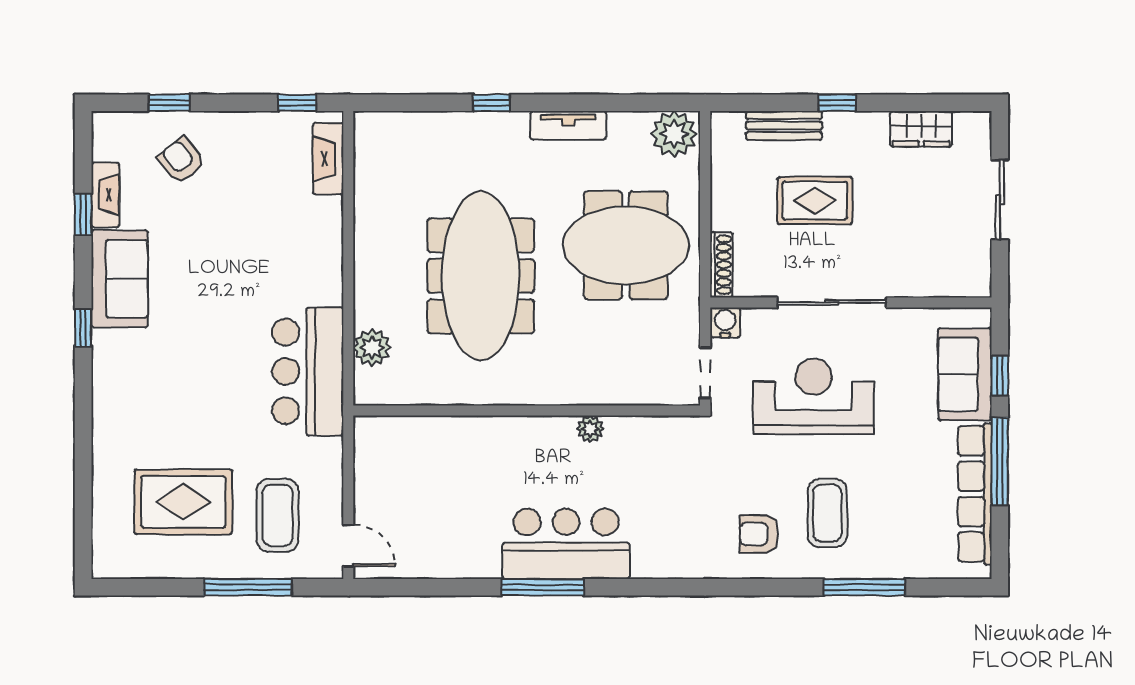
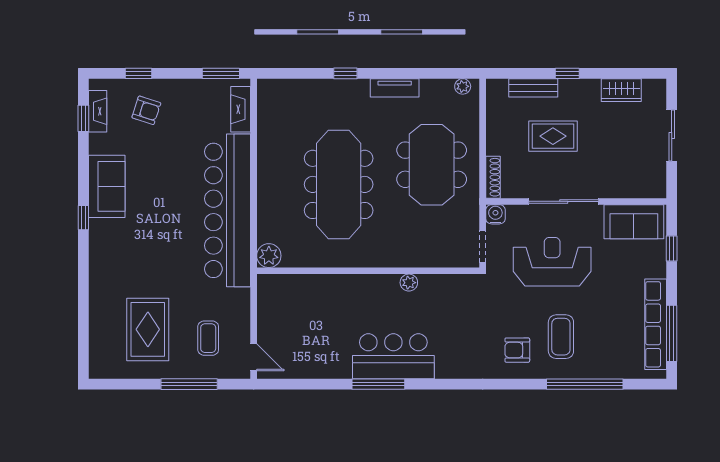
window: (297, 103) -> (221, 73), width x1.50
plant: (674, 134) -> (463, 86), width x0.53, depth x0.53
armchair: (181, 160) -> (146, 110), turned 146
fireplace: (105, 195) -> (98, 111), moved
window: (83, 214) -> (83, 118), moved
meeting table: (626, 245) -> (432, 165), turned 90
plant: (372, 348) -> (269, 256), moved
bar counter: (308, 371) -> (228, 210), width x1.86
sofa: (965, 374) -> (634, 222), moved, turned -90
window: (1000, 461) -> (672, 333), moved
rug: (183, 502) -> (148, 329), turned 90
coffee table: (278, 515) -> (208, 338), width x0.73, depth x0.77
window: (864, 587) -> (585, 384), width x1.46

